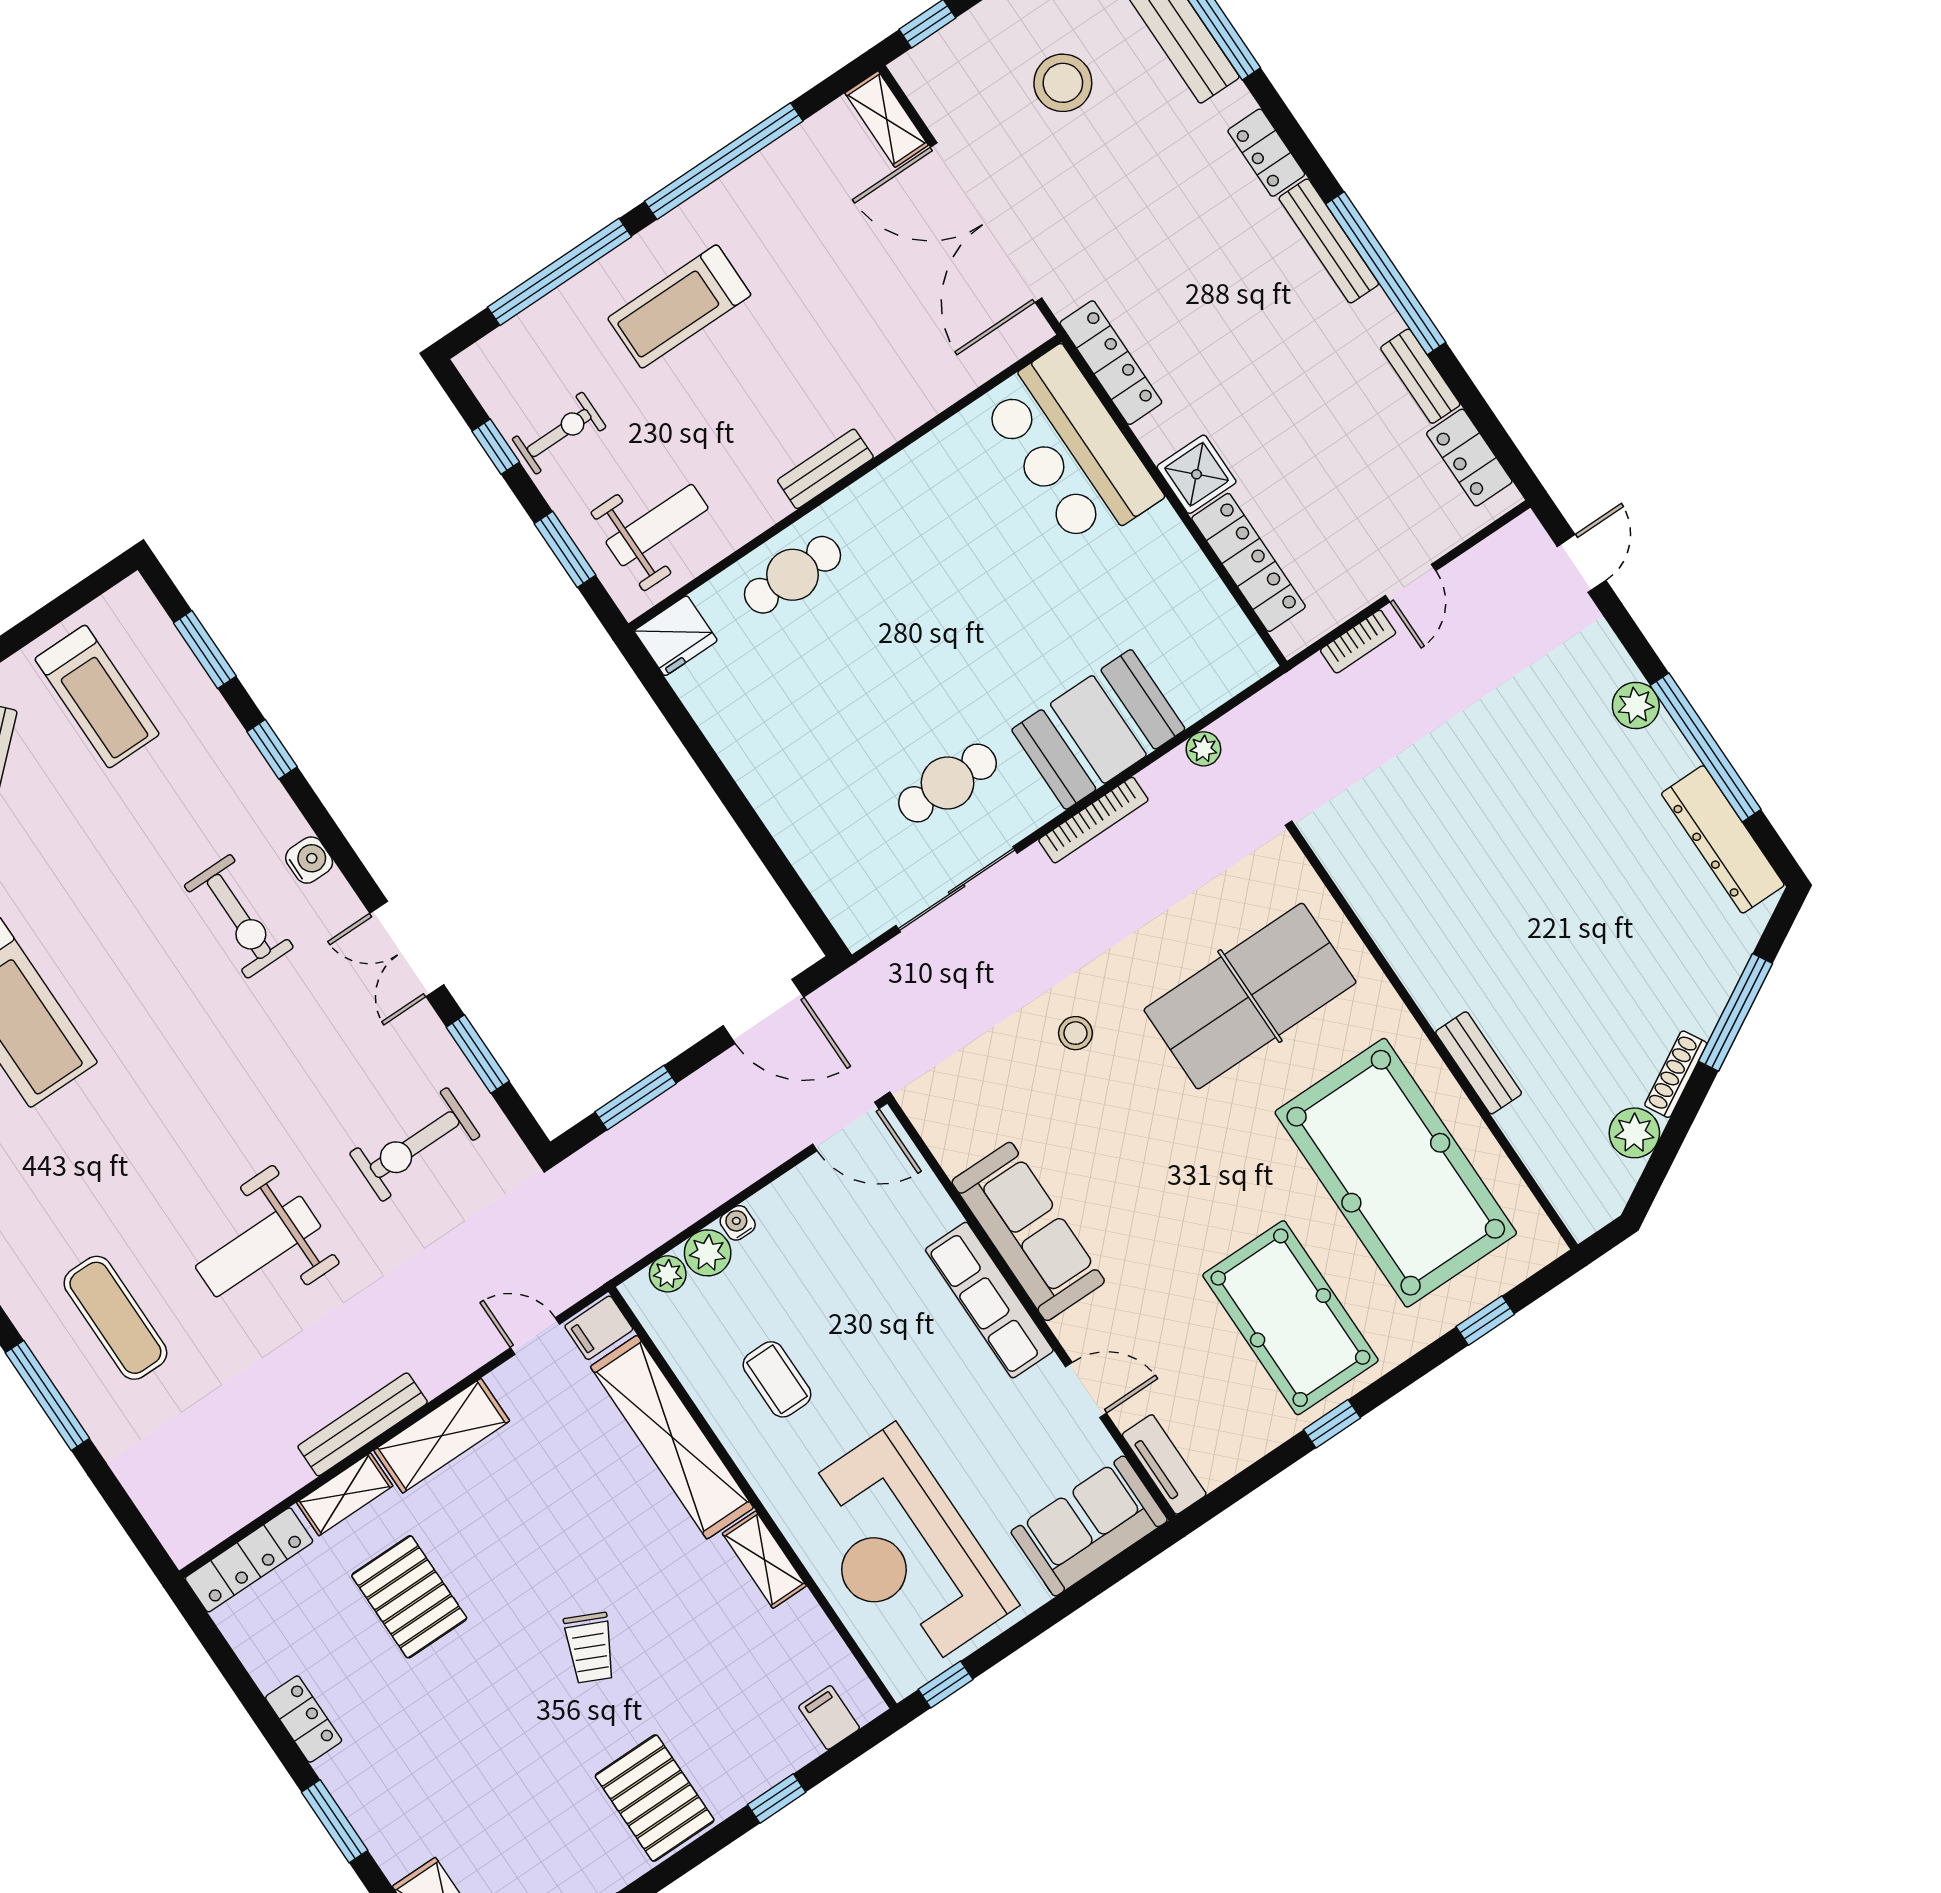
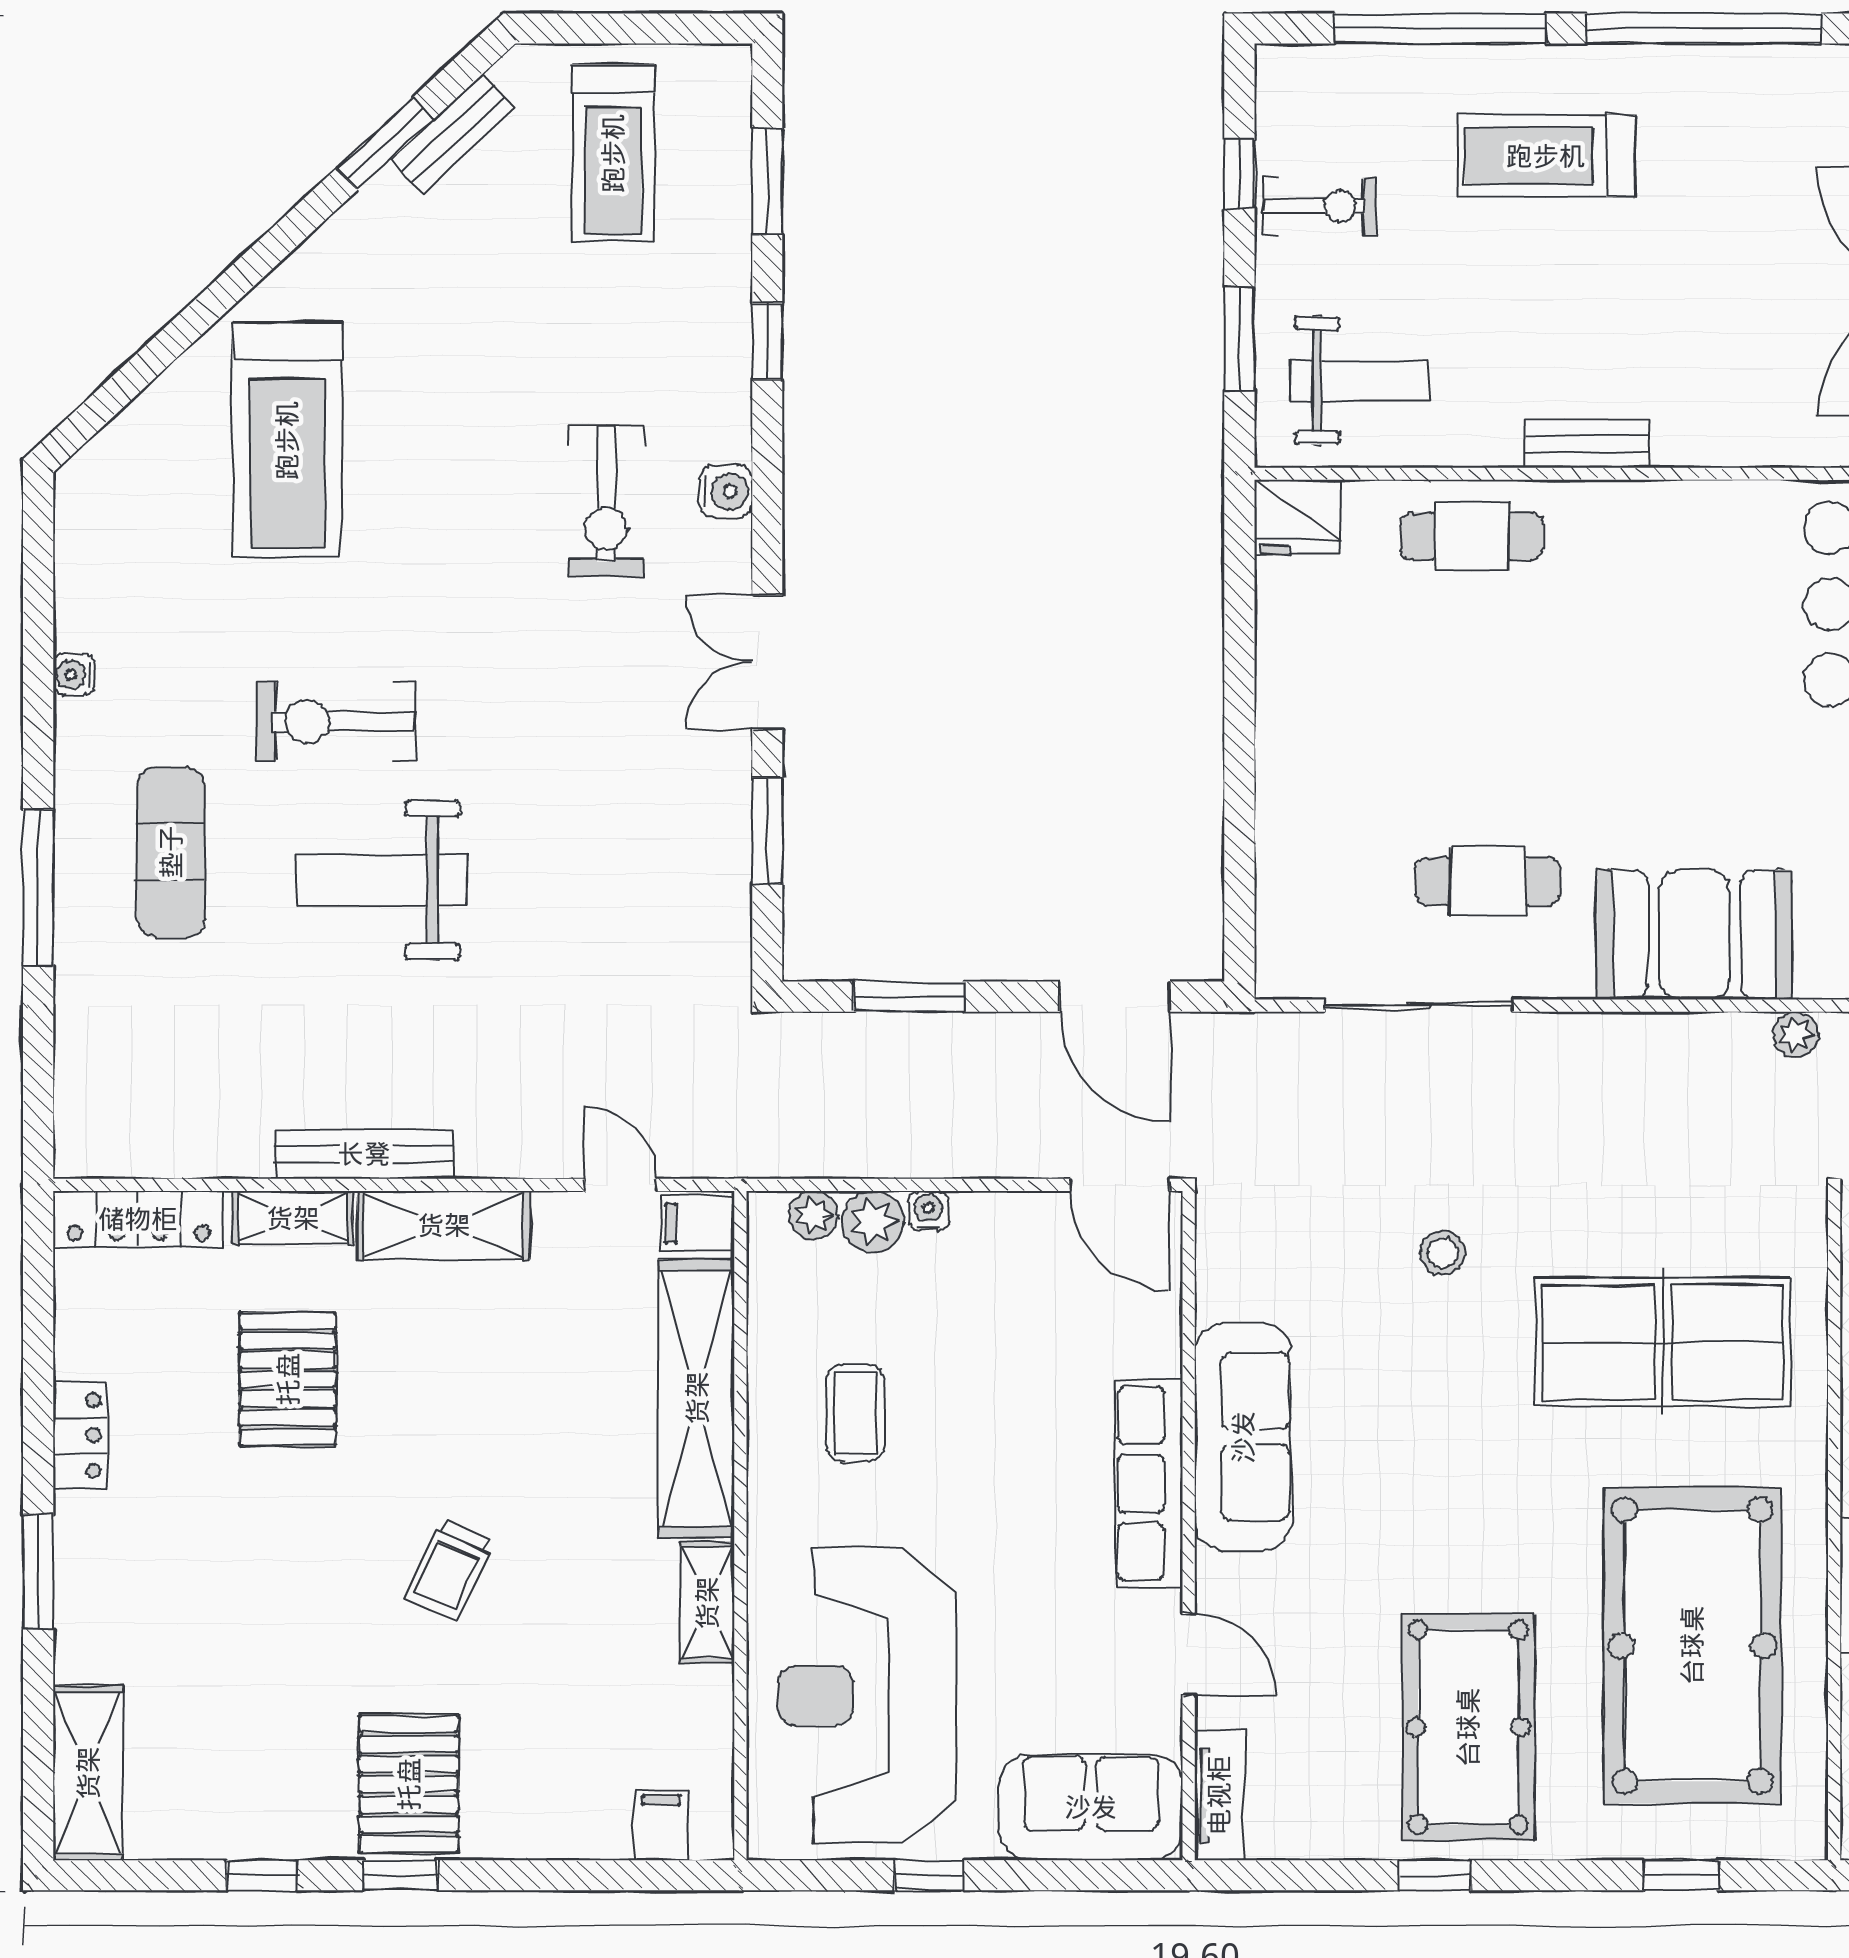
bookcase: (1093, 820) -> (1621, 1031), removed
exercise bike: (415, 1145) -> (336, 721), moved
window: (946, 1684) -> (929, 1875), moved
window: (777, 1798) -> (401, 1875), moved

